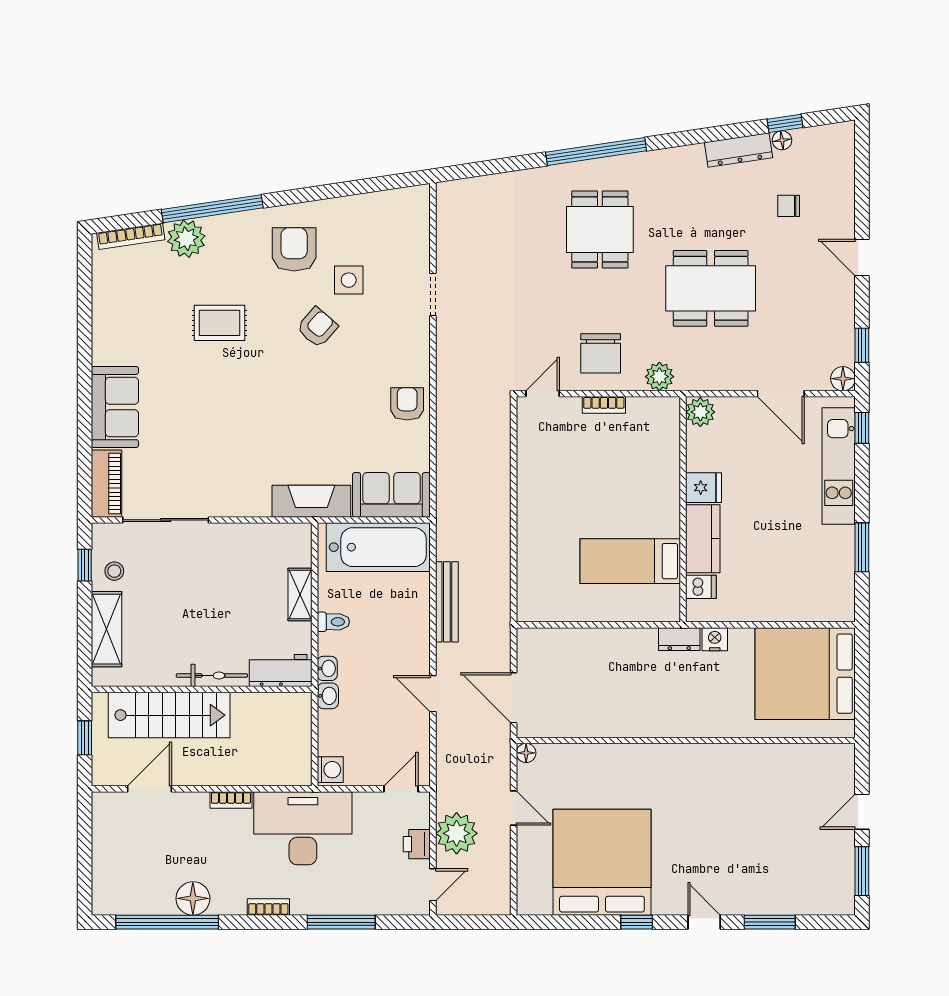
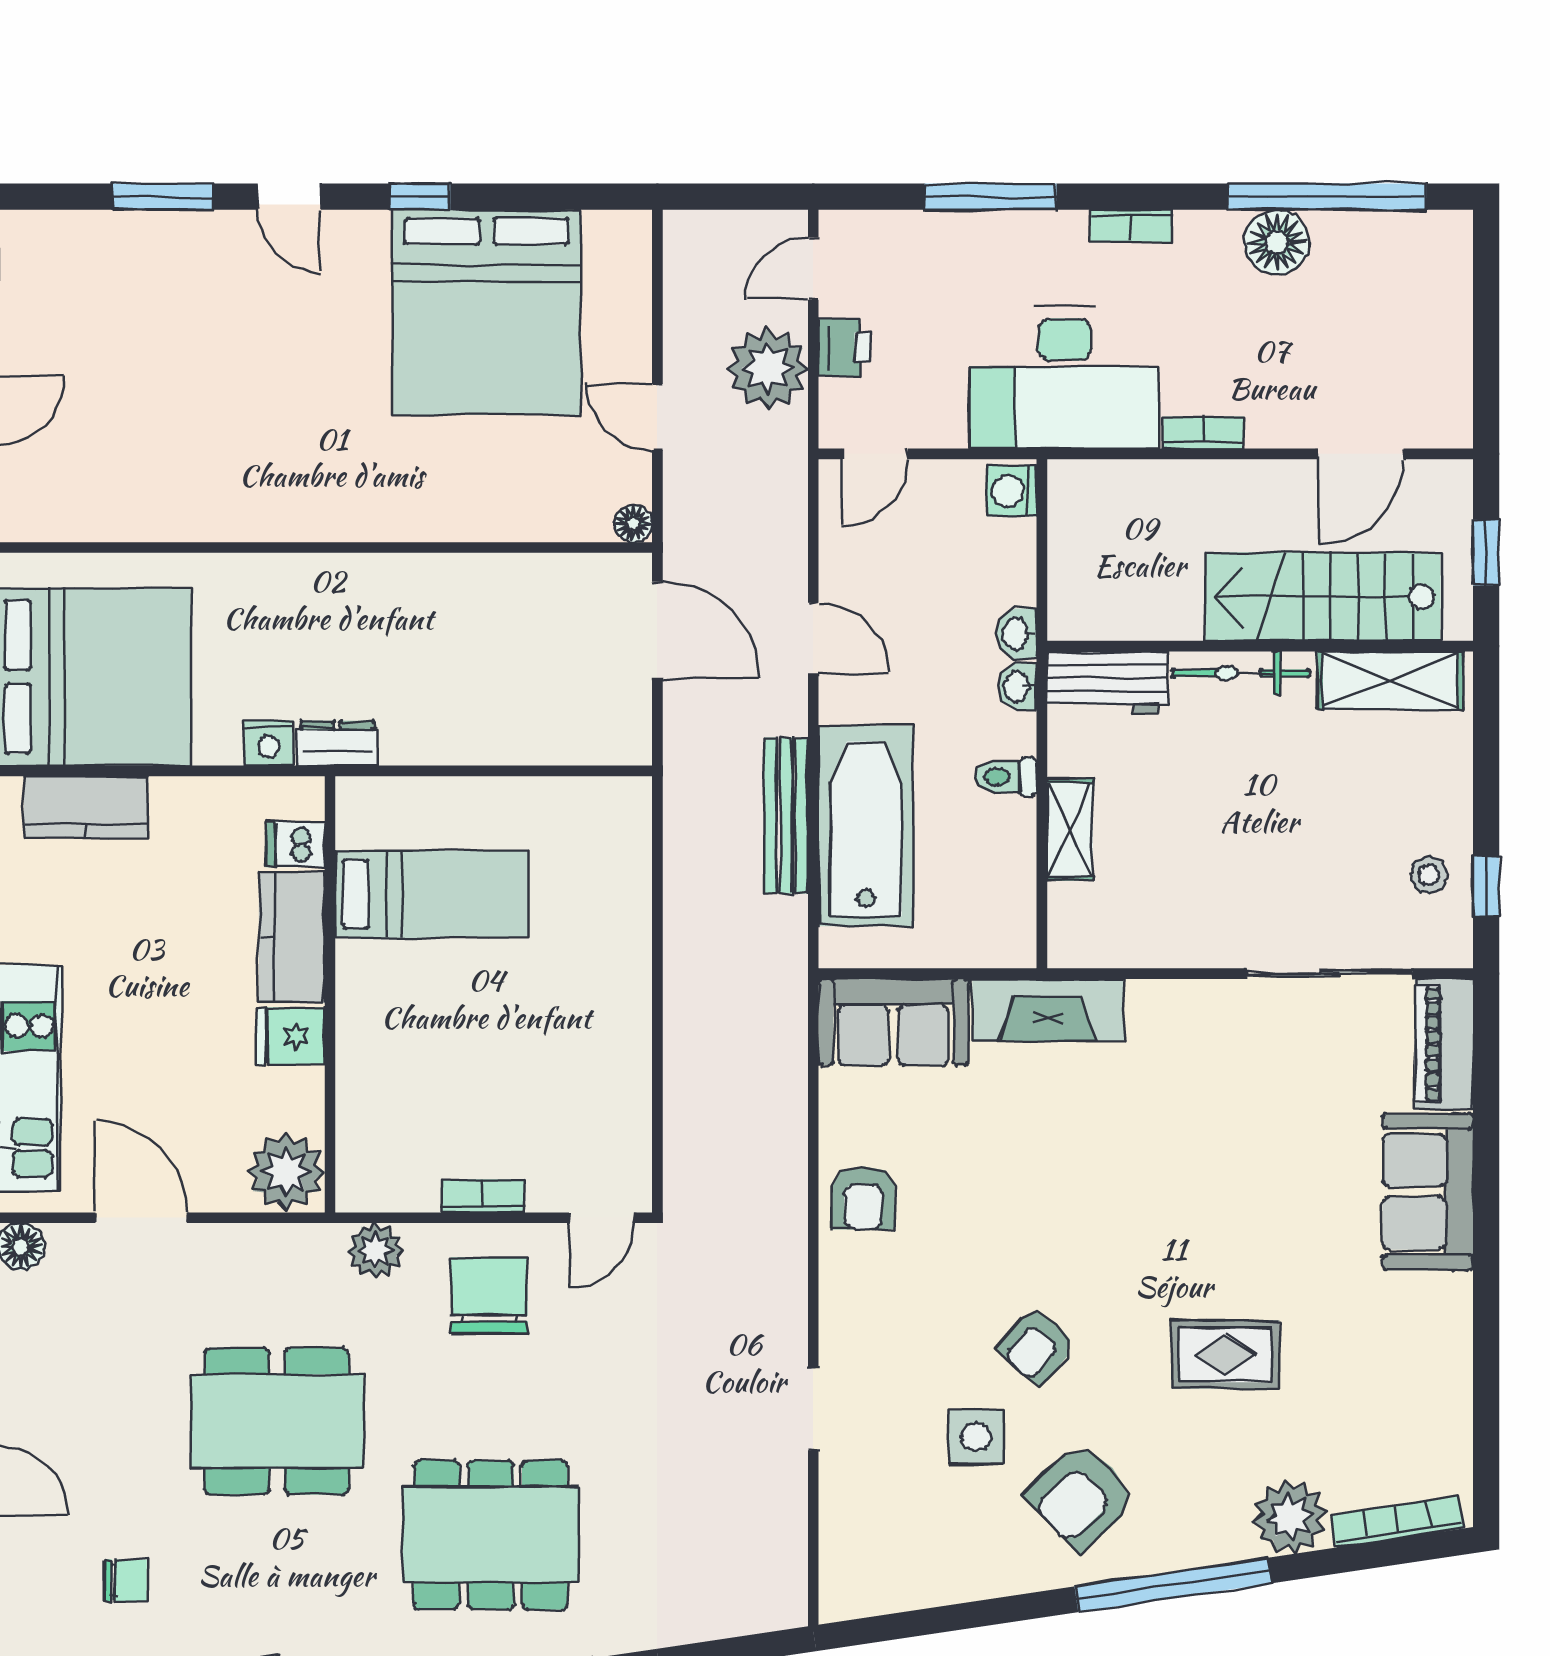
window: (212, 209) -> (1173, 1585), moved
dining table: (600, 229) -> (491, 1535), width x1.38
armchair: (294, 249) -> (1082, 1497), turned 47
plant: (700, 412) -> (286, 1172), width x1.36, depth x1.36
bathtub: (378, 547) -> (866, 826), moved, turned 90
kitchen counter: (809, 606) -> (86, 807), added
shelving: (106, 629) -> (1390, 681), moved, turned 90

